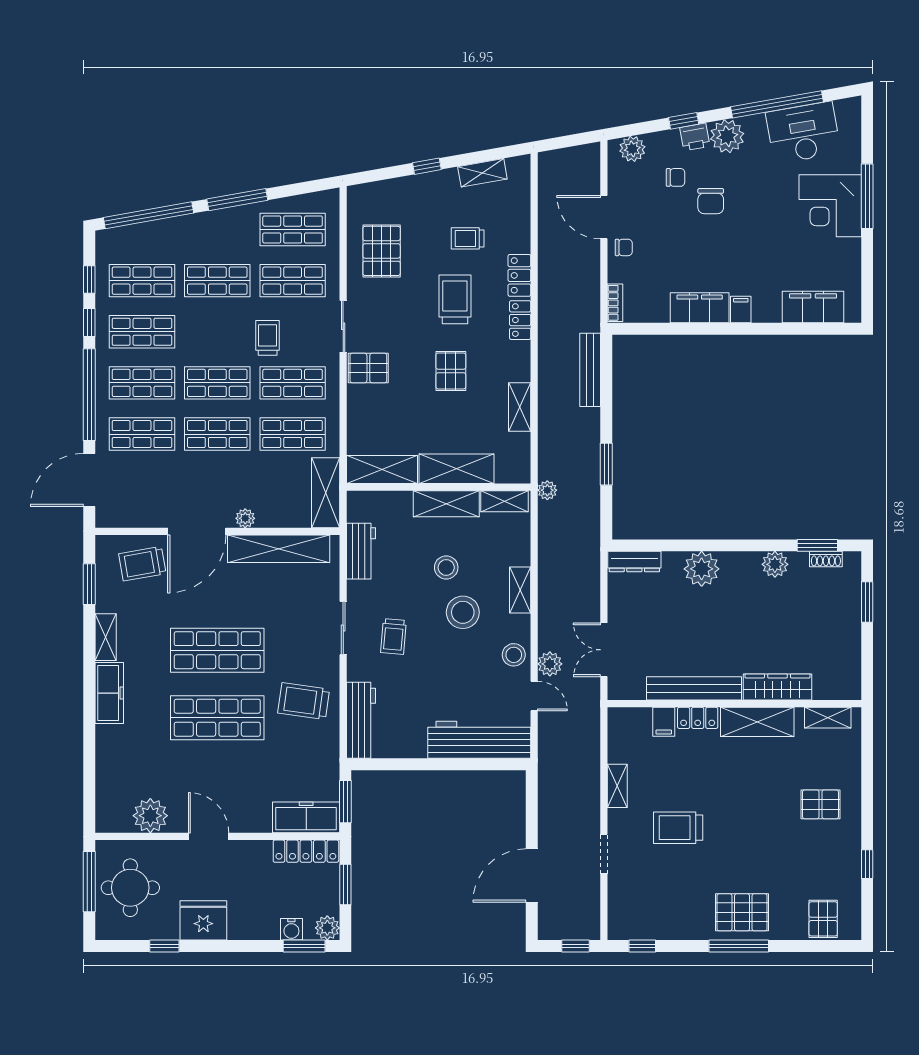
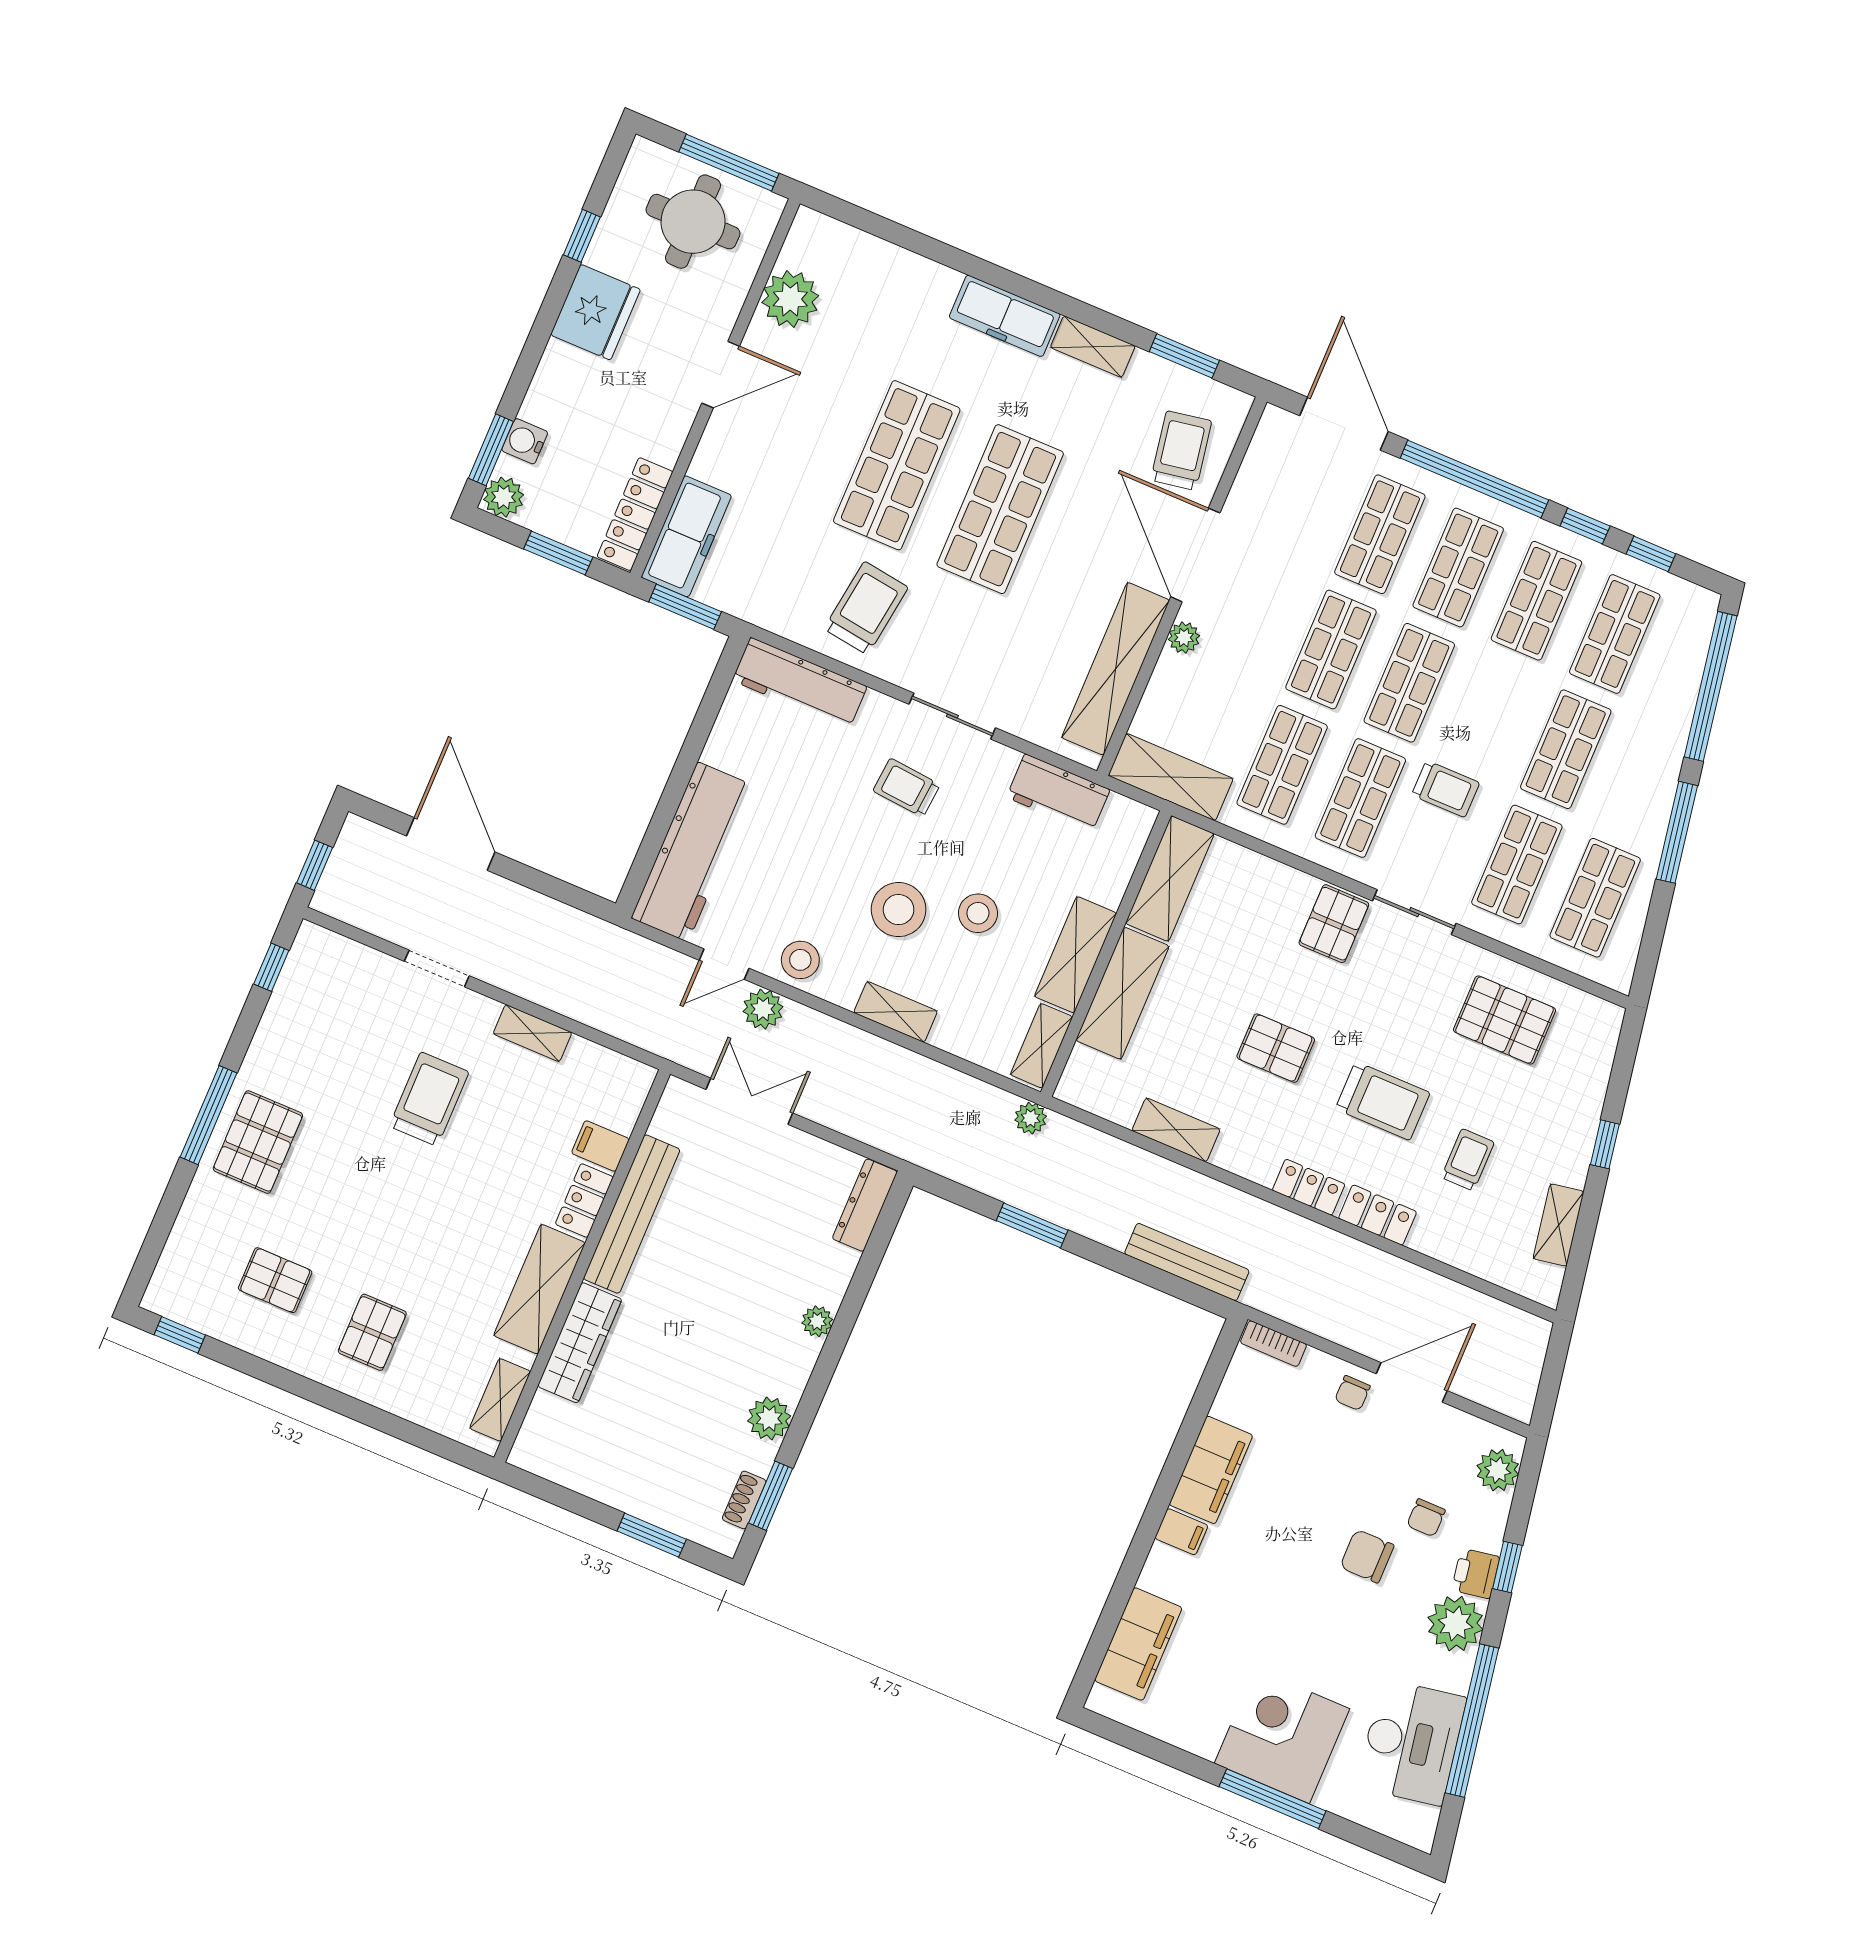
plant: (702, 569) -> (817, 1321), width x0.53, depth x0.53
window: (867, 864) -> (180, 1335), moved
pallet: (823, 919) -> (275, 1280), moved

